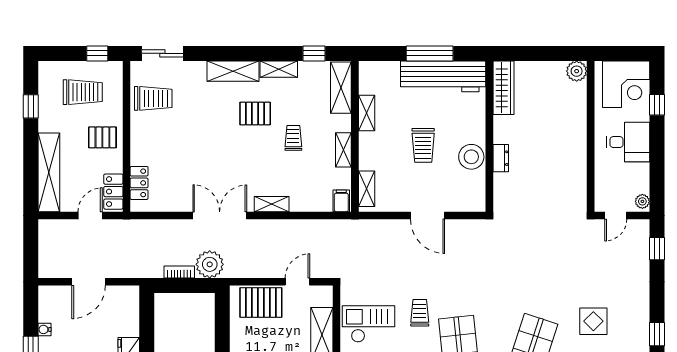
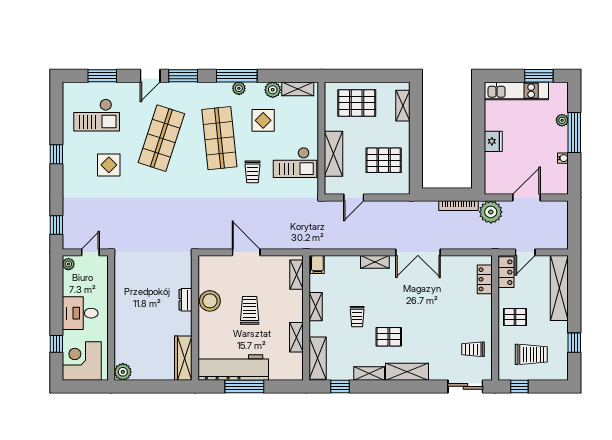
trolley: (83, 92) -> (531, 354), turned 180
trolley: (153, 98) -> (473, 349), width x0.73, depth x0.72
plant: (210, 264) -> (491, 212), moved
bookcase: (179, 272) -> (459, 206), width x1.56
pallet: (261, 303) -> (384, 160), moved

